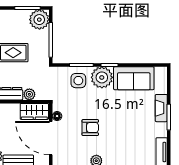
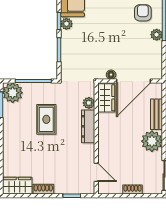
plant: (102, 77) -> (66, 24), width x0.53, depth x0.53
side table: (78, 81) -> (75, 53), removed
armchair: (90, 128) -> (143, 13), moved

